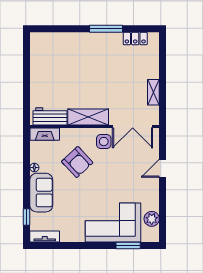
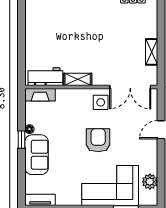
shelving: (88, 117) -> (78, 79), width x0.67, depth x0.75
armchair: (77, 162) -> (98, 140), moved, turned -137
window: (27, 217) -> (22, 140), moved

